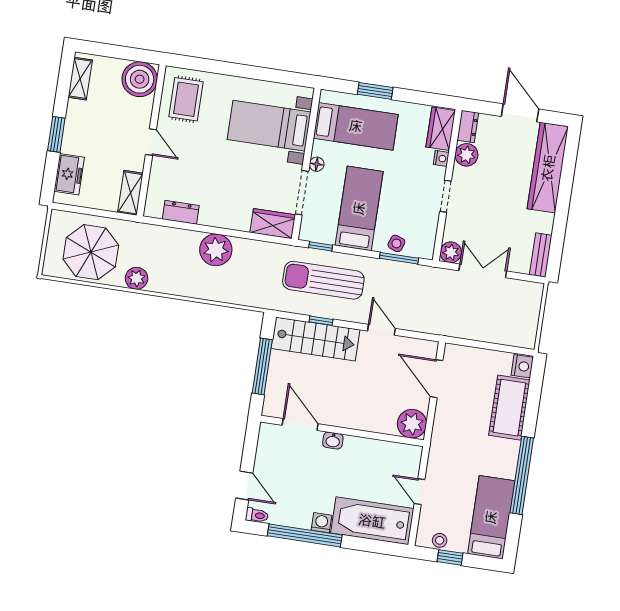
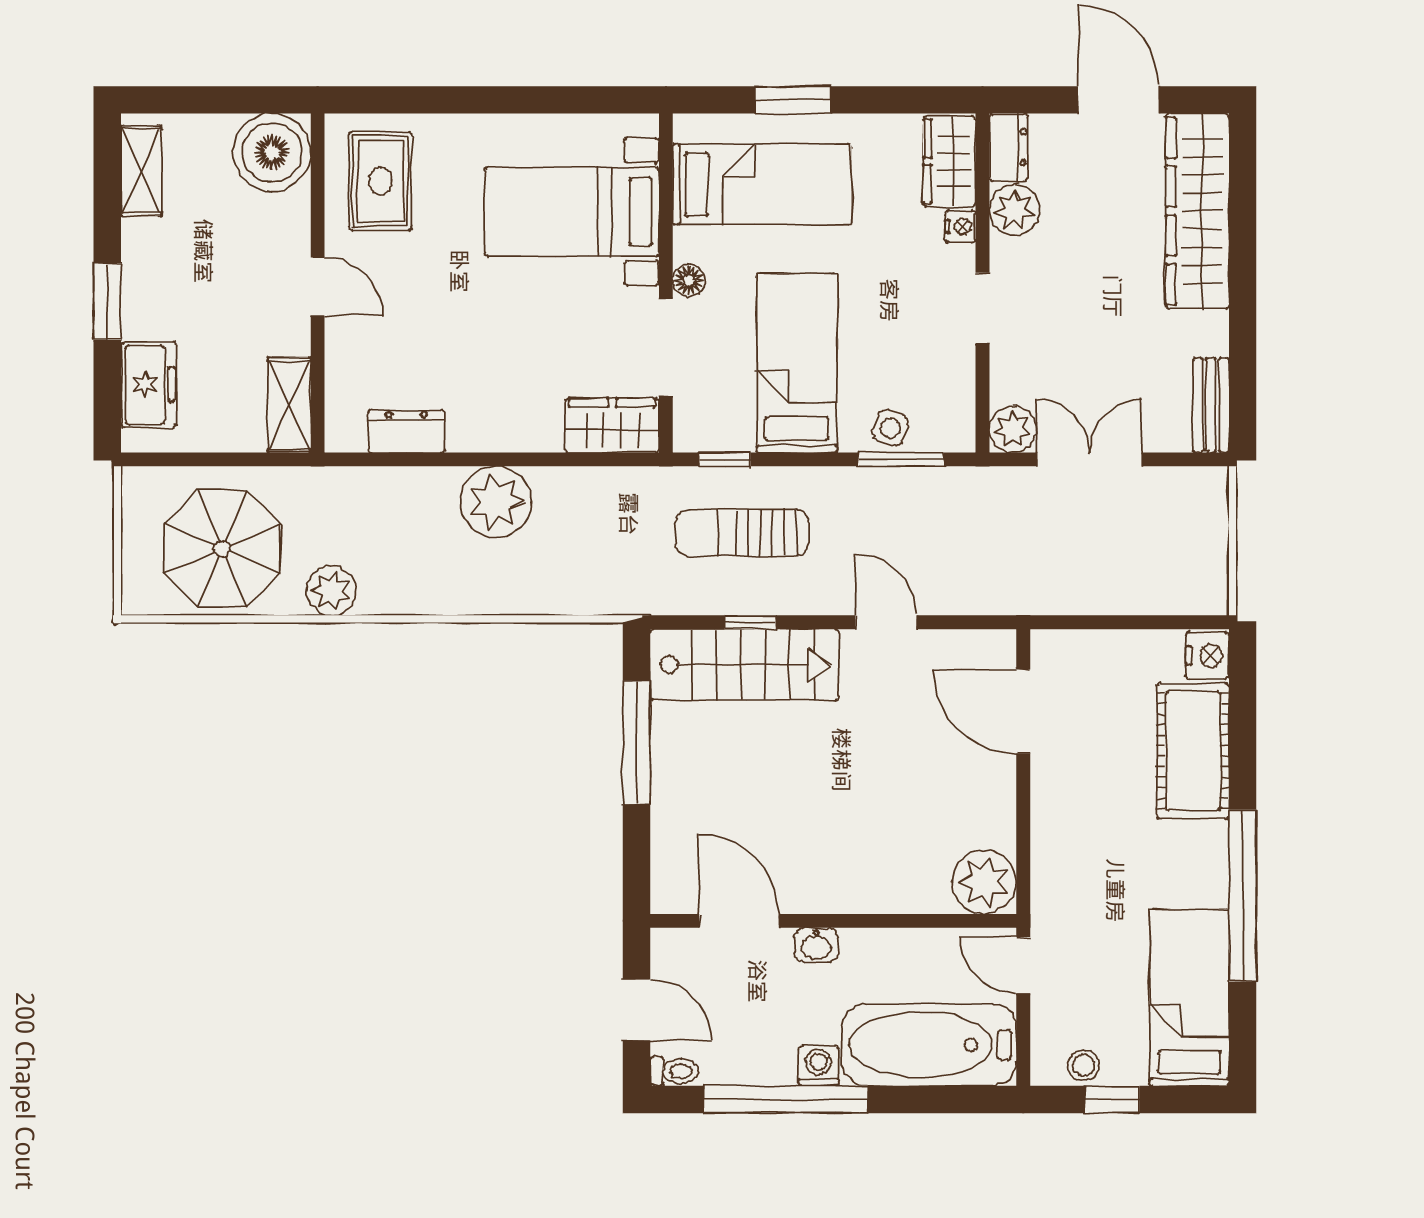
sun lounger: (323, 280) -> (742, 533), width x0.73, depth x0.75
plant: (412, 424) -> (984, 882), moved
door: (300, 425) -> (739, 921), moved
wall: (342, 431) -> (833, 921), moved
washbasin: (333, 441) -> (816, 945), moved

